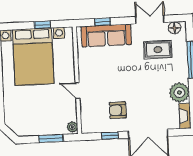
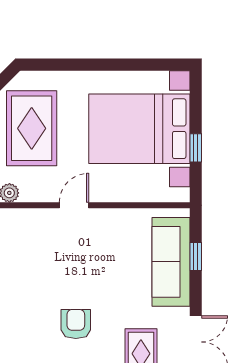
armchair: (118, 110) -> (76, 324), moved
rug: (36, 116) -> (32, 128), added

